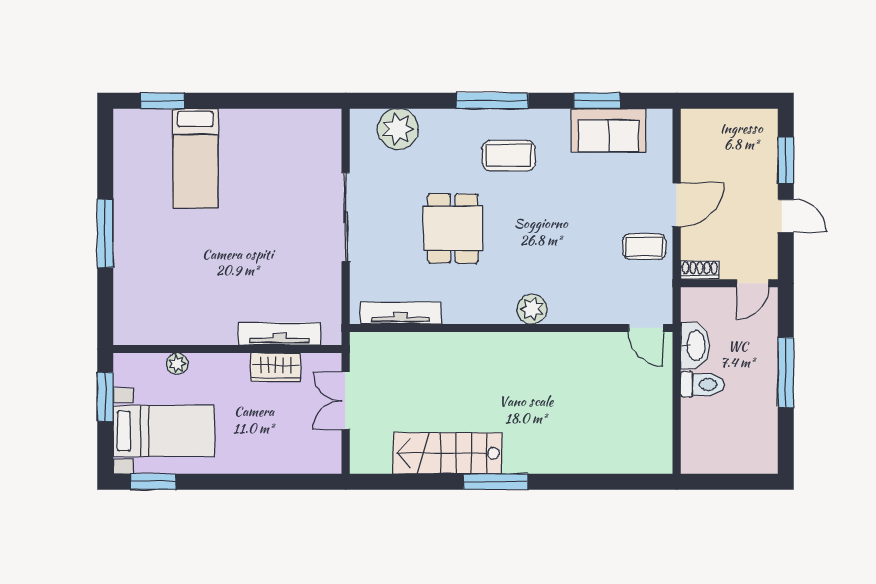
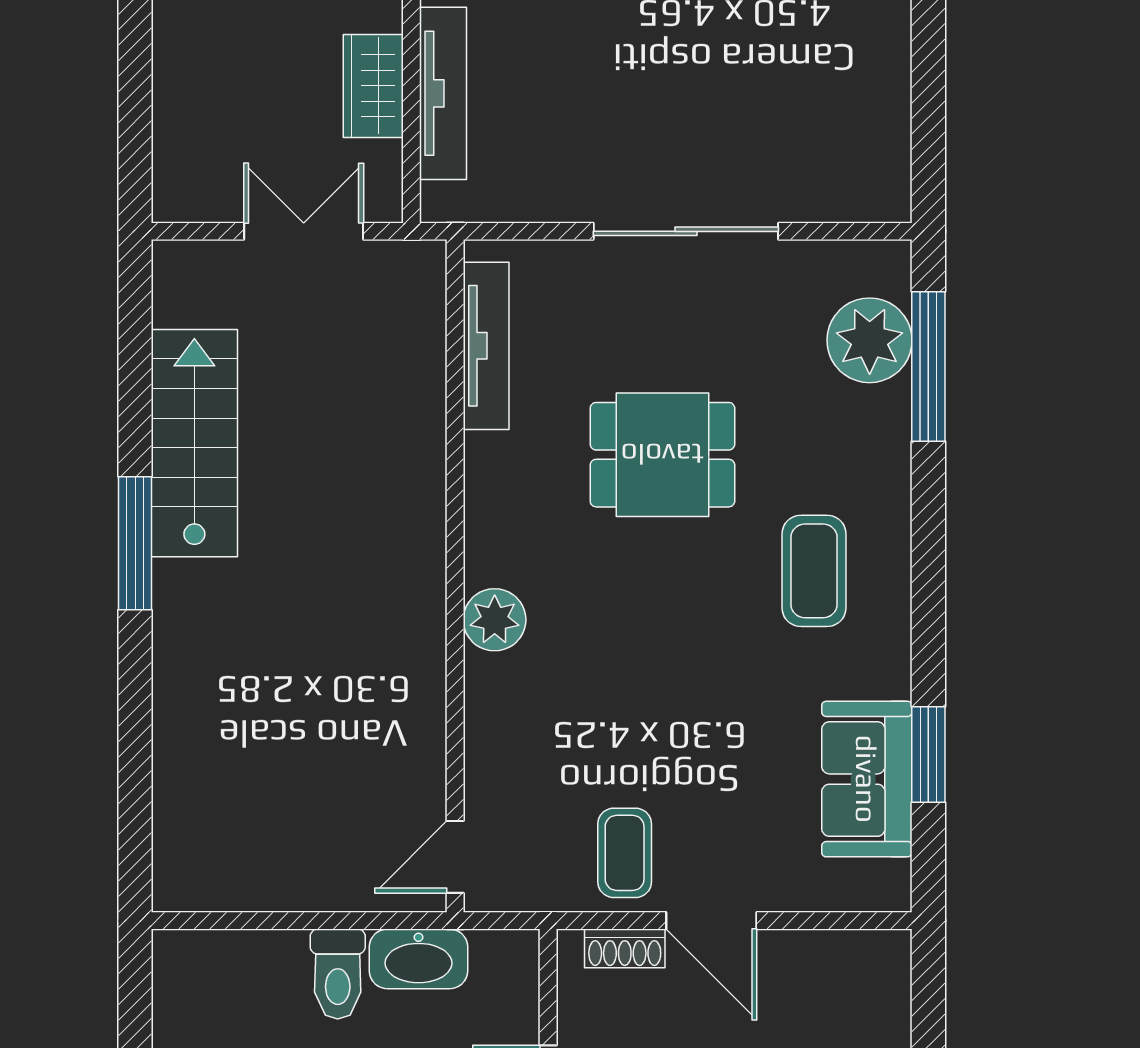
window: (492, 101) -> (928, 367), moved
shoe rack: (700, 270) -> (625, 948), moved, turned 90

